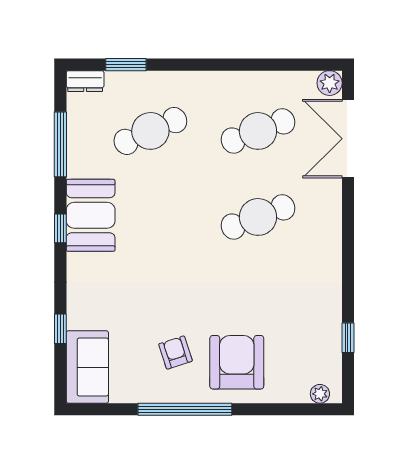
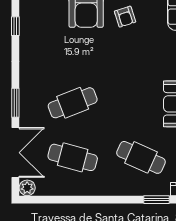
cafe table: (150, 131) -> (141, 157), turned 48
cafe table: (258, 131) -> (73, 157), turned 36
window: (348, 217) -> (15, 103), added

